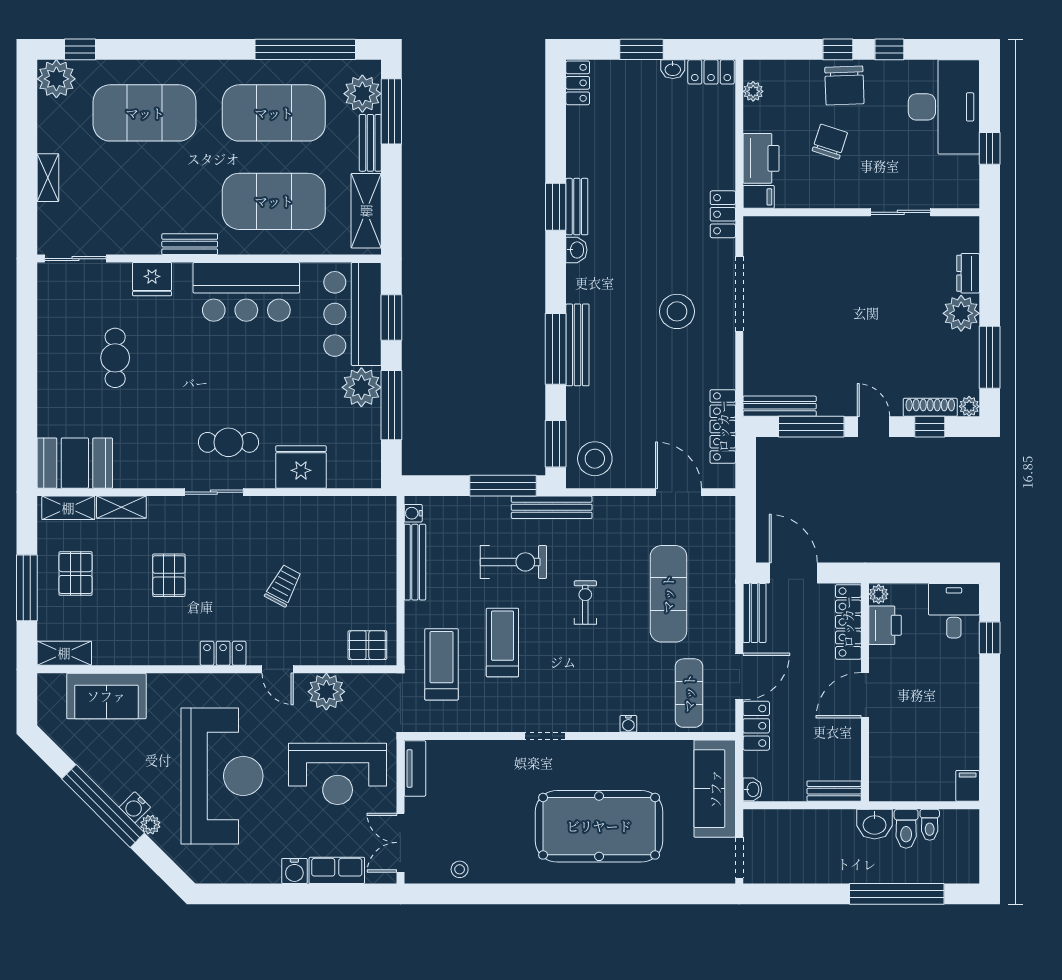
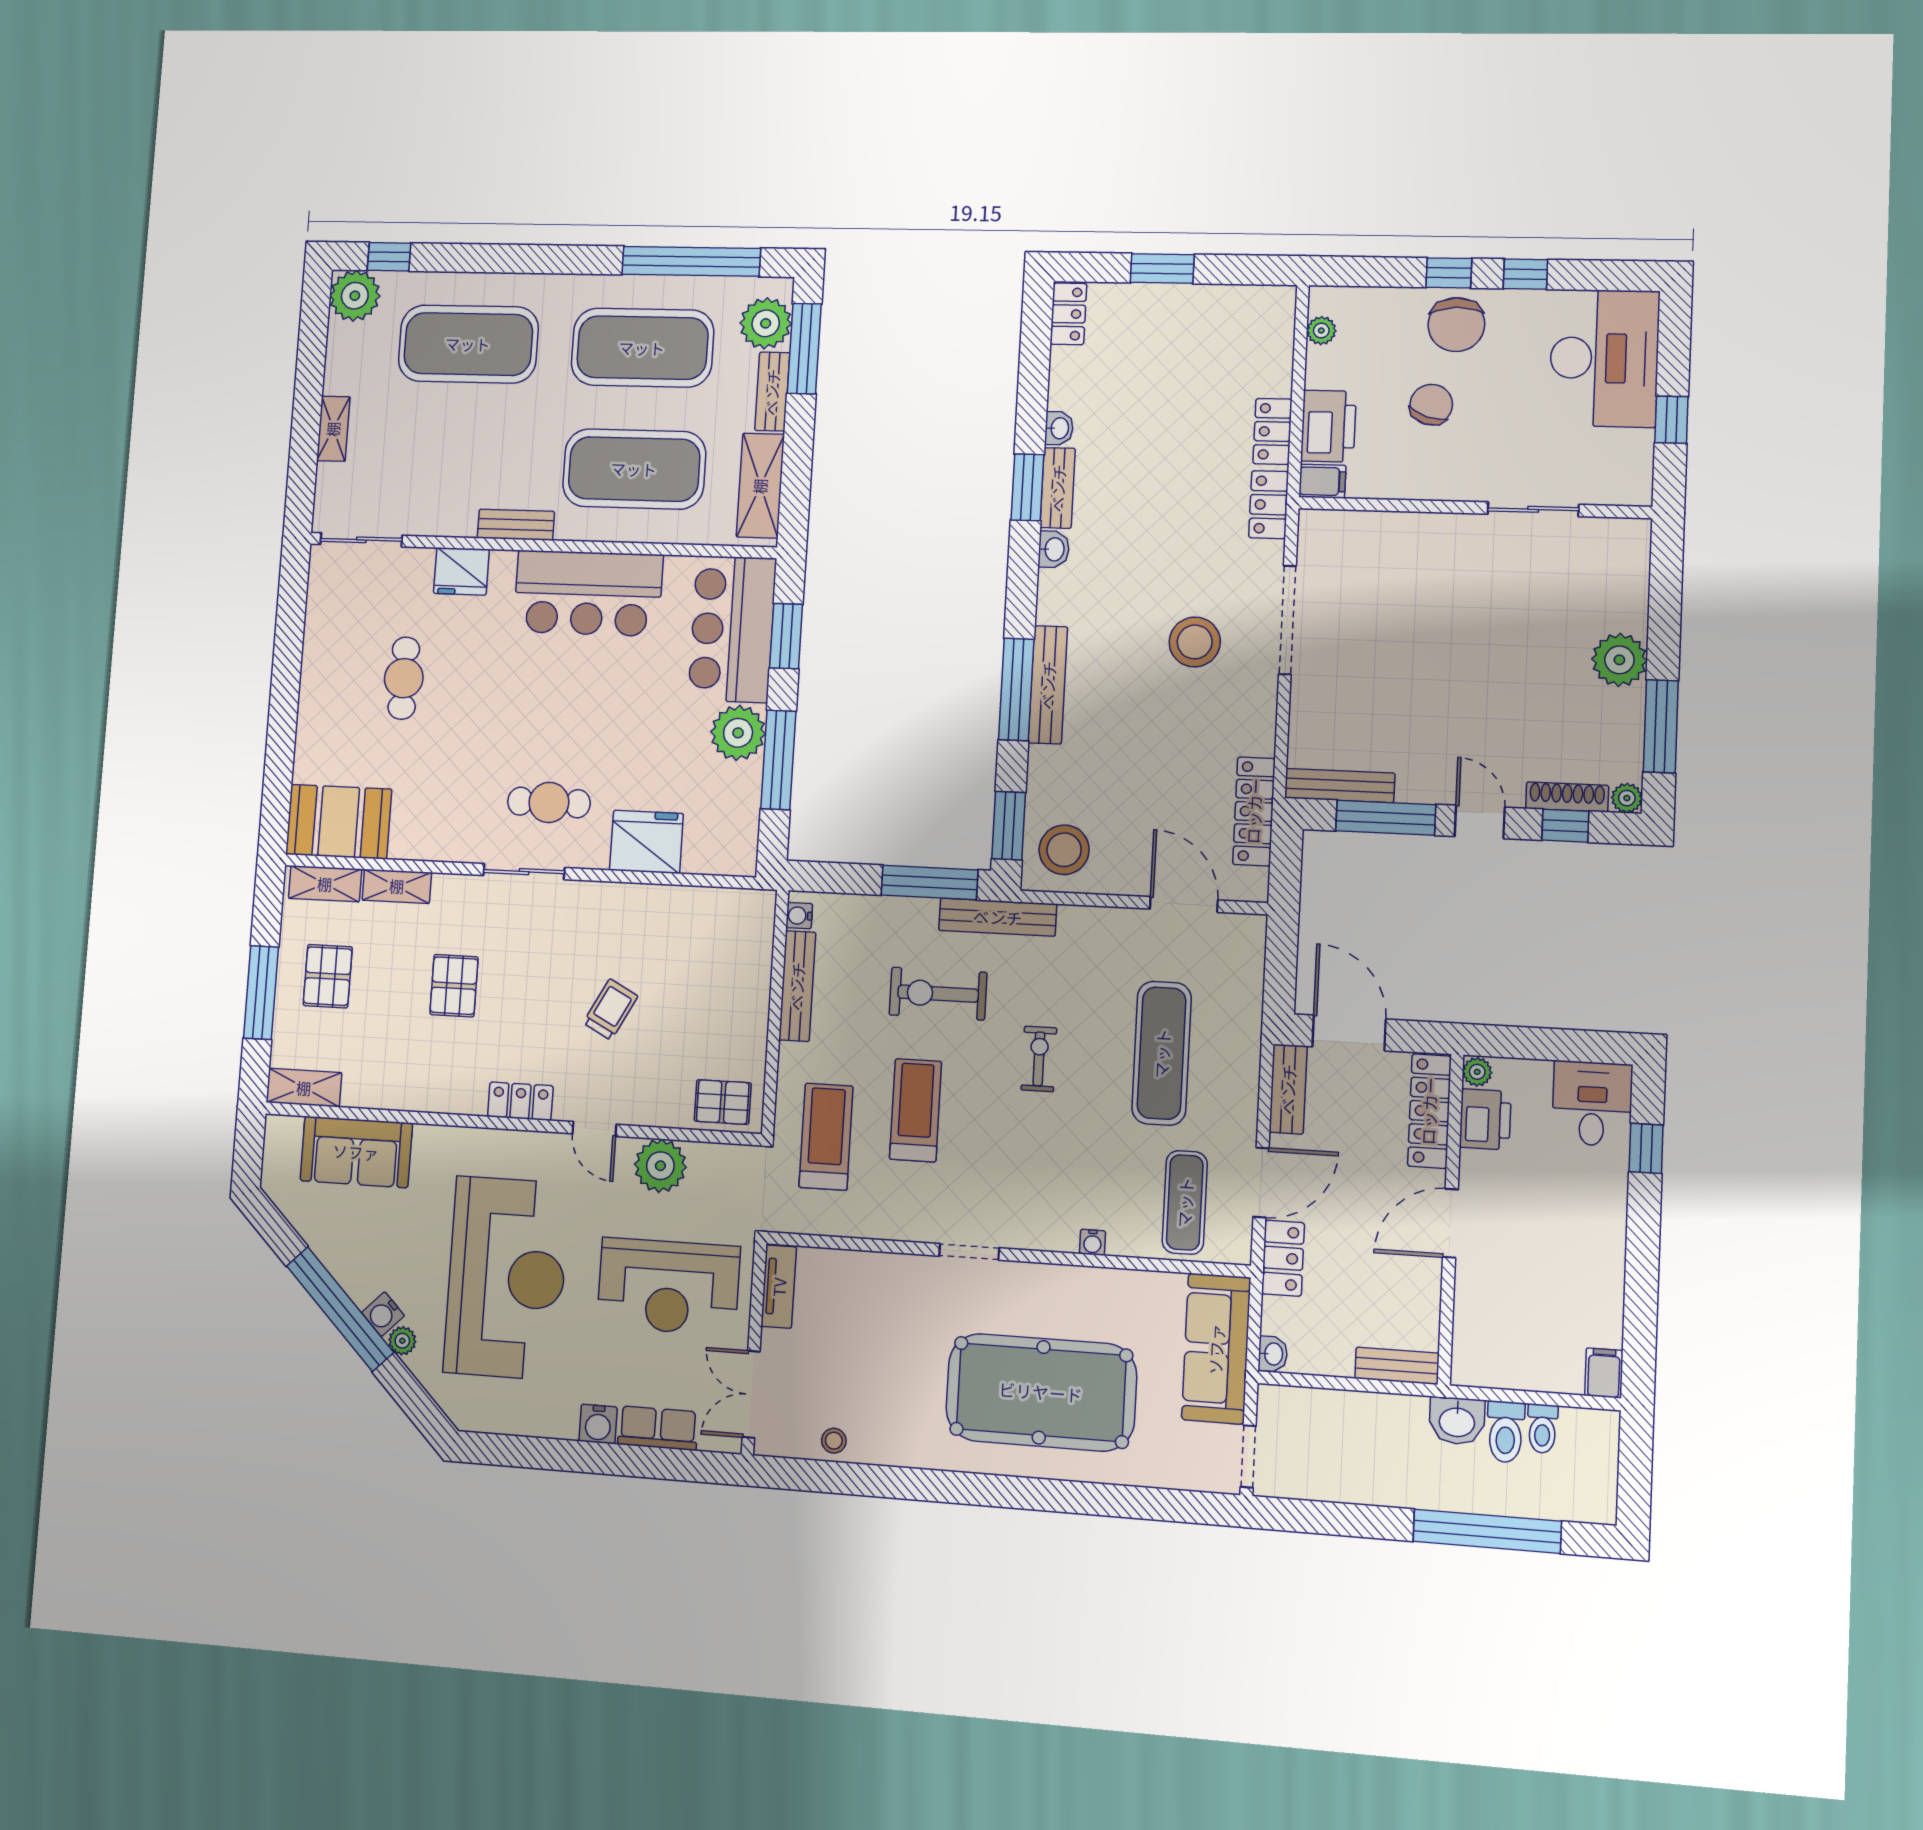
washbasin: (673, 69) -> (1059, 428), moved, turned -90
locker: (711, 72) -> (1273, 431), moved, turned 90
dresser: (968, 273) -> (1632, 601), removed
exercise bike: (513, 562) -> (938, 994), turned 180

